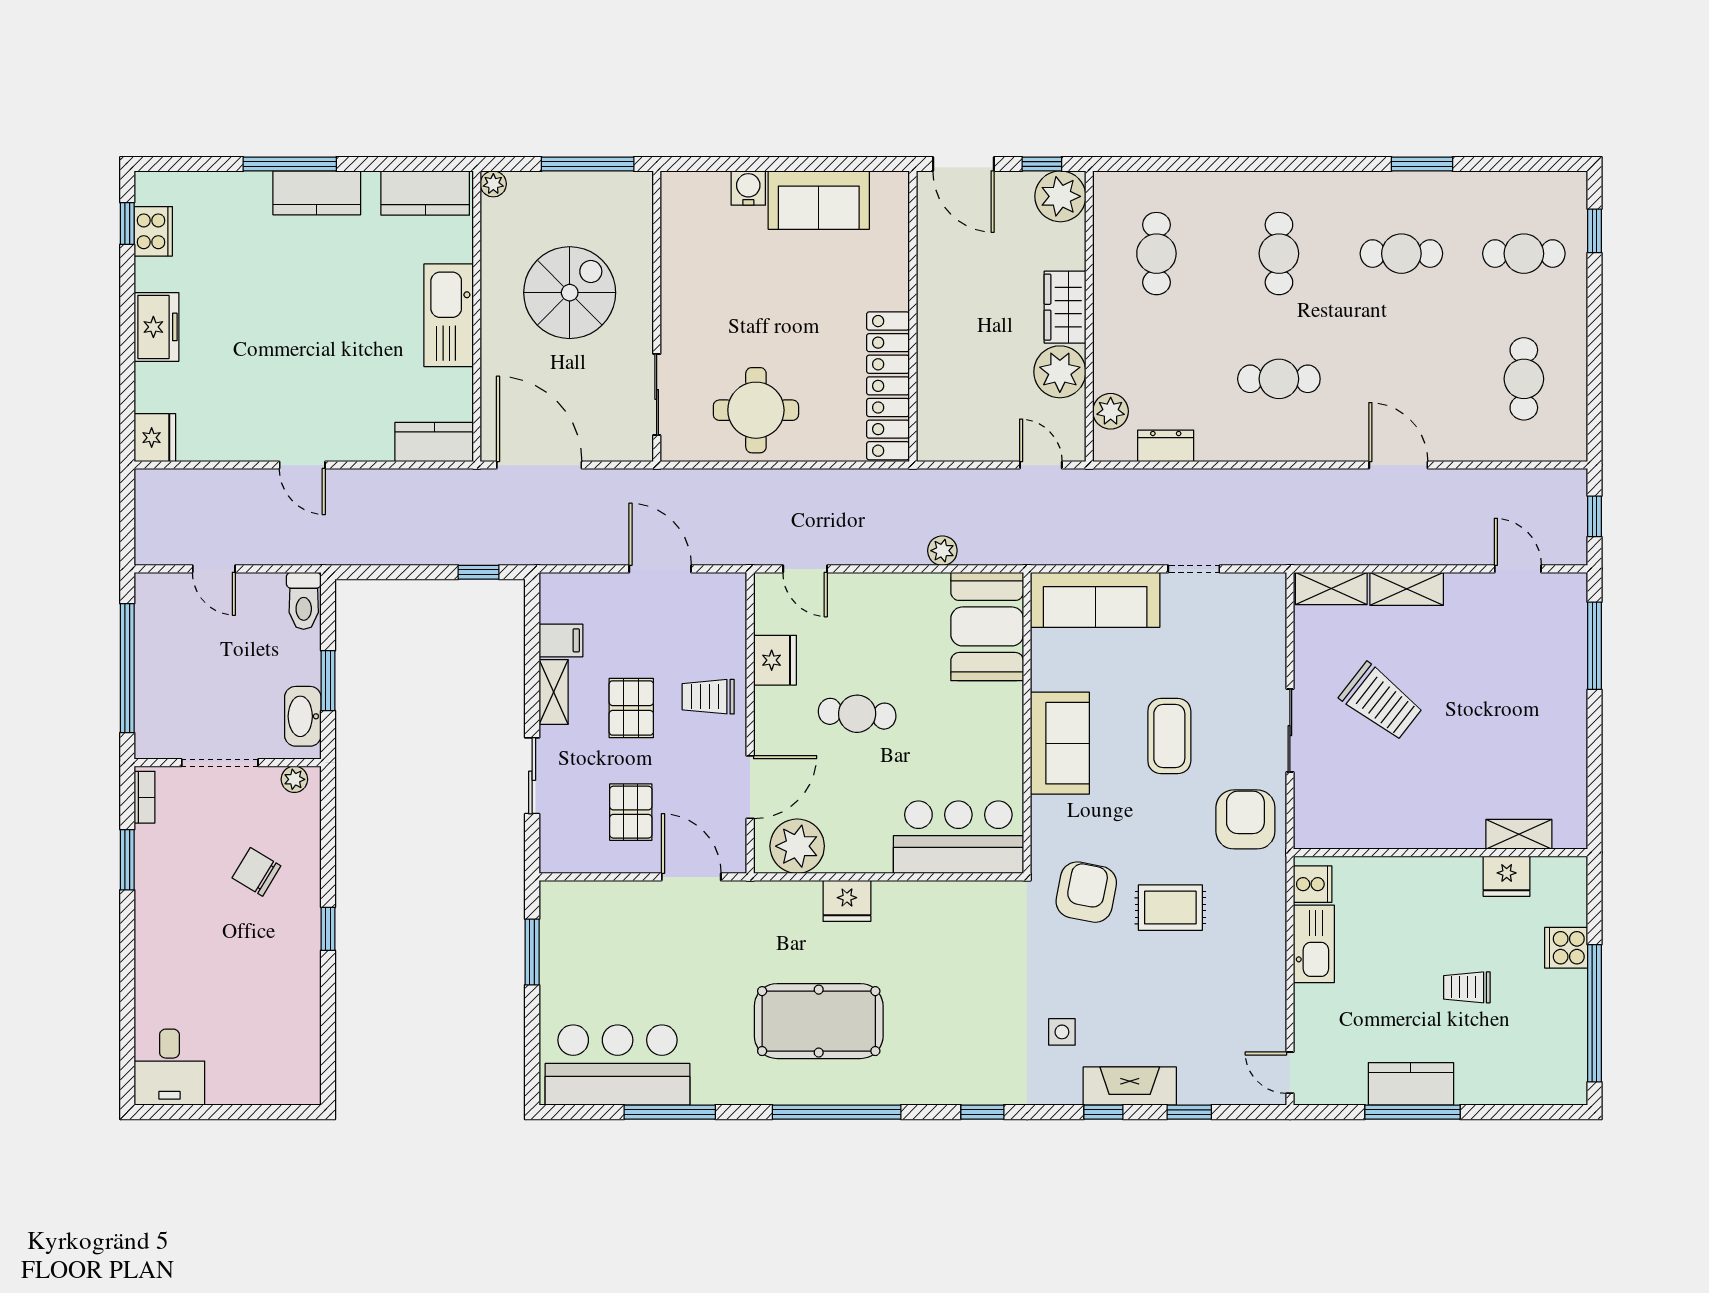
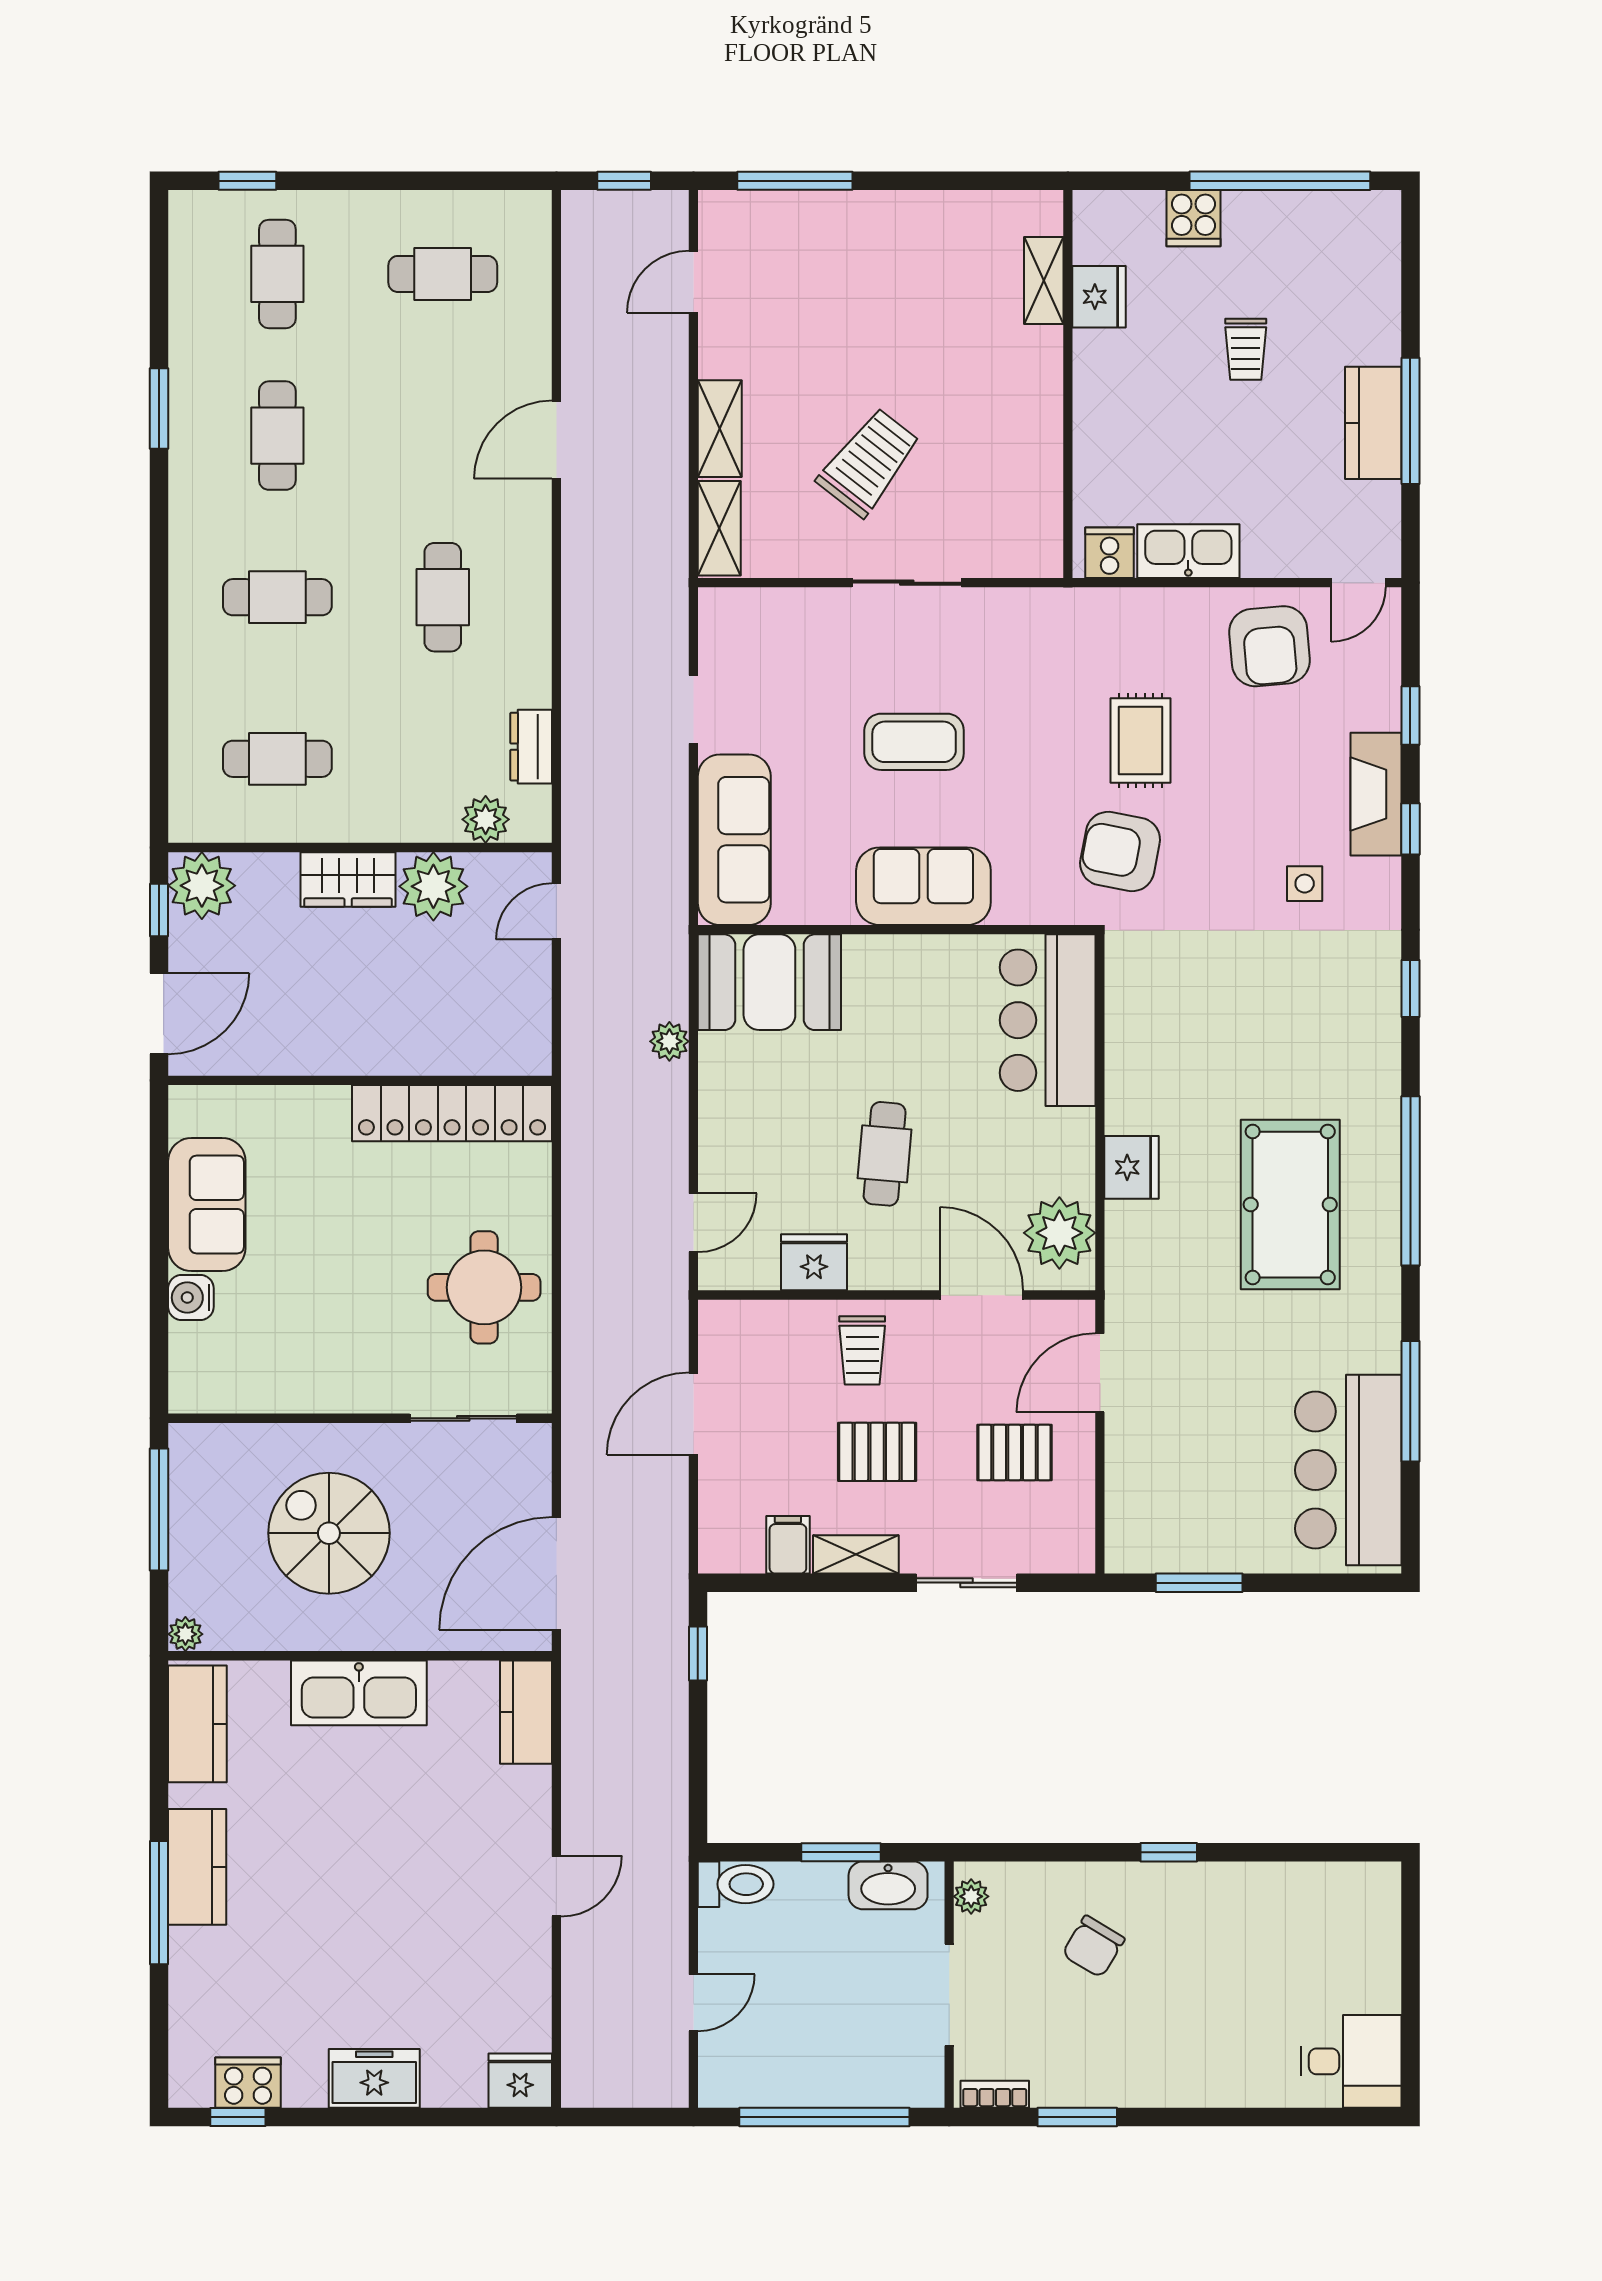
armchair: (1245, 819) -> (1269, 646), moved, turned -95

